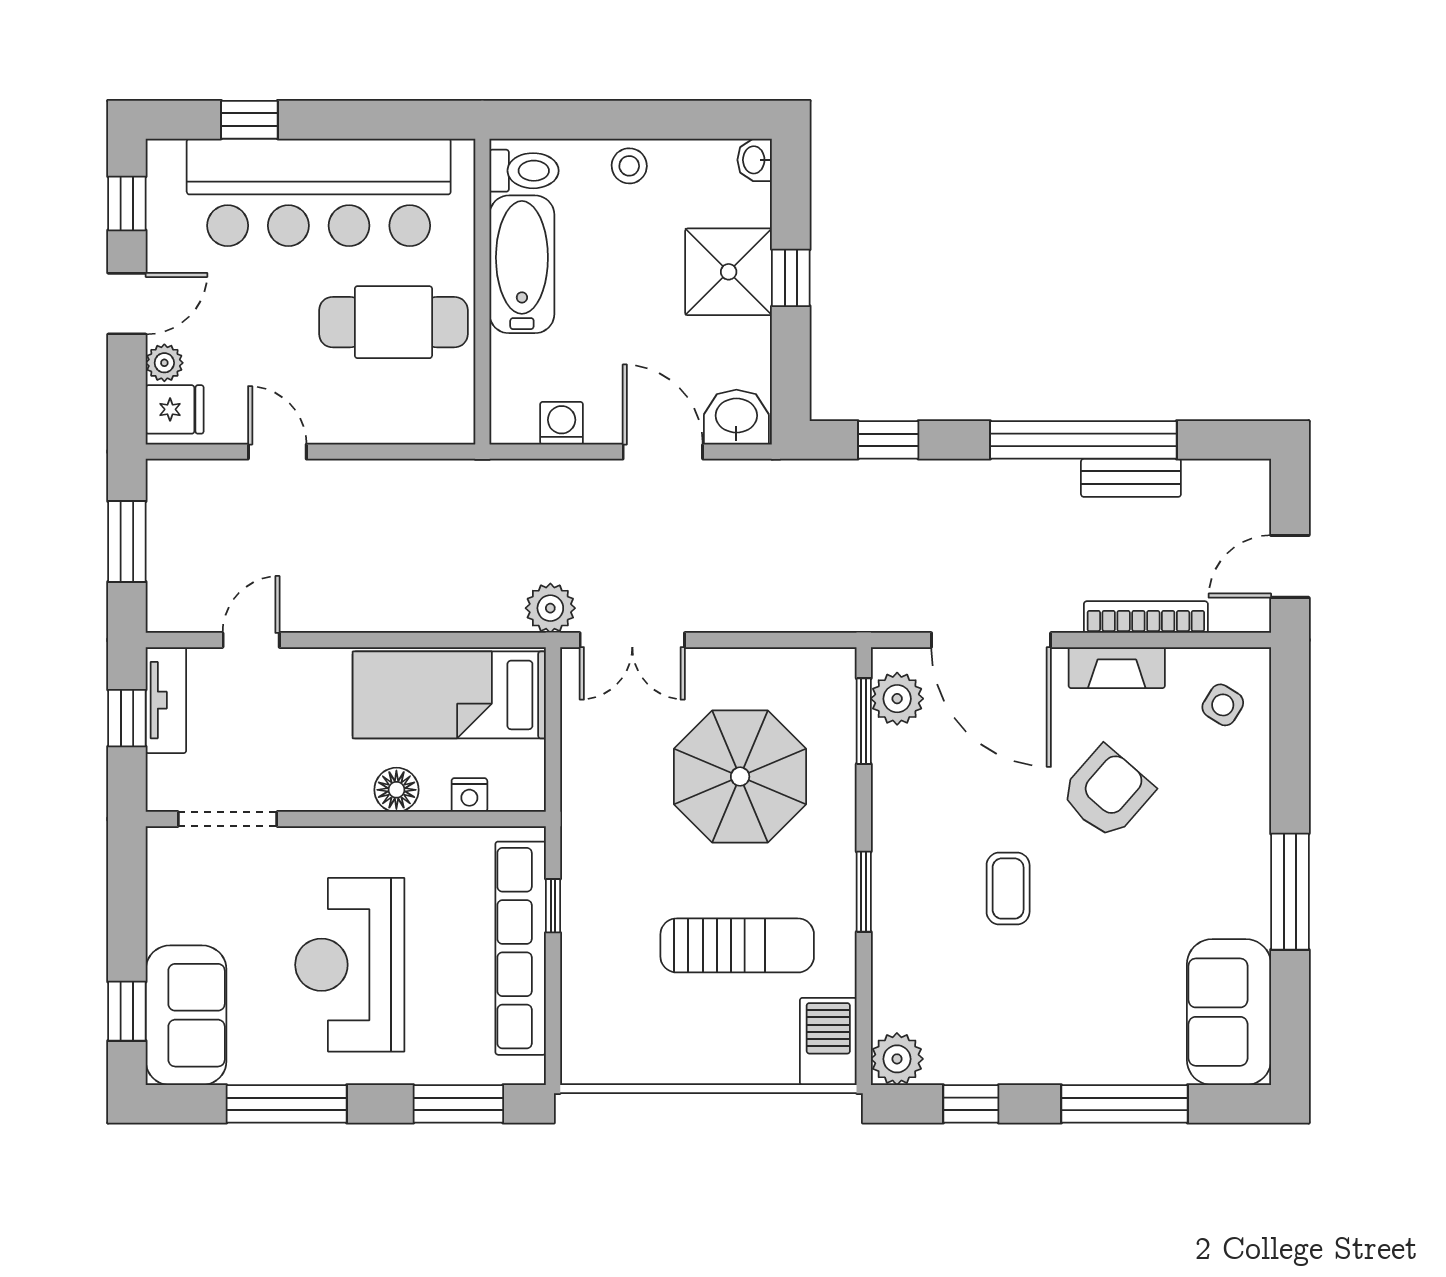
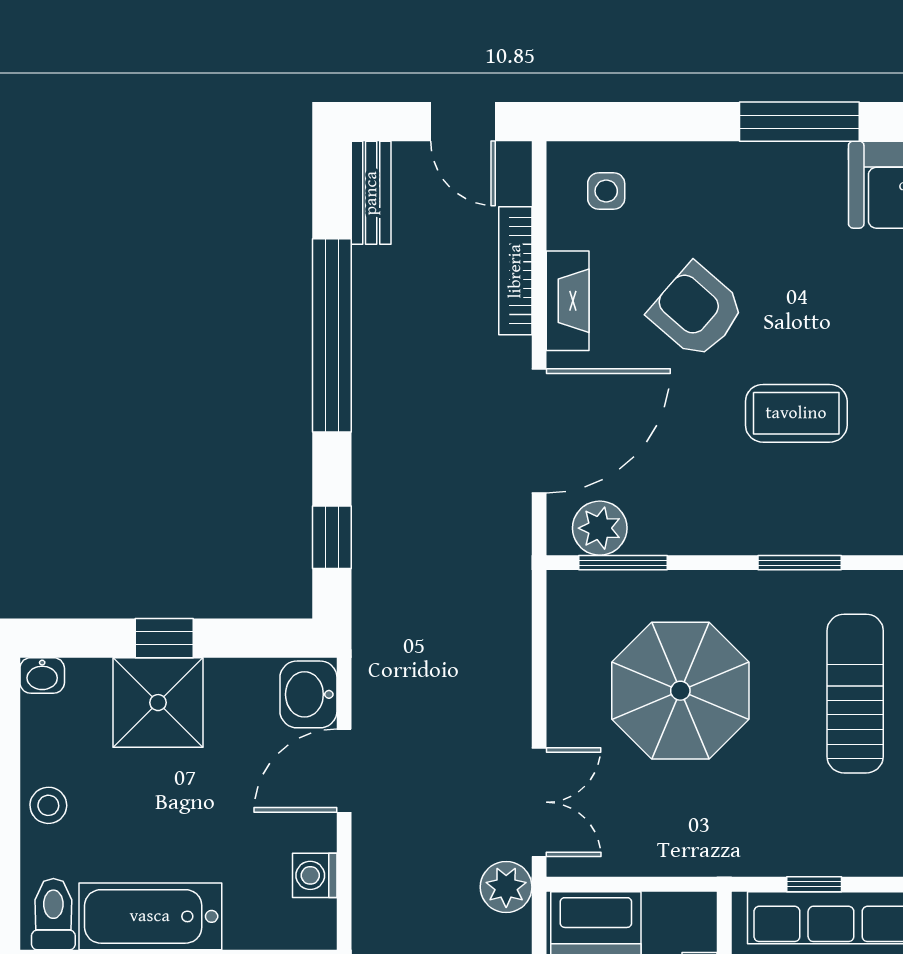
bench: (1131, 478) -> (371, 193), moved
side table: (1223, 705) -> (606, 191), turned -32
coffee table: (1008, 889) -> (796, 413), width x1.36, depth x1.30

